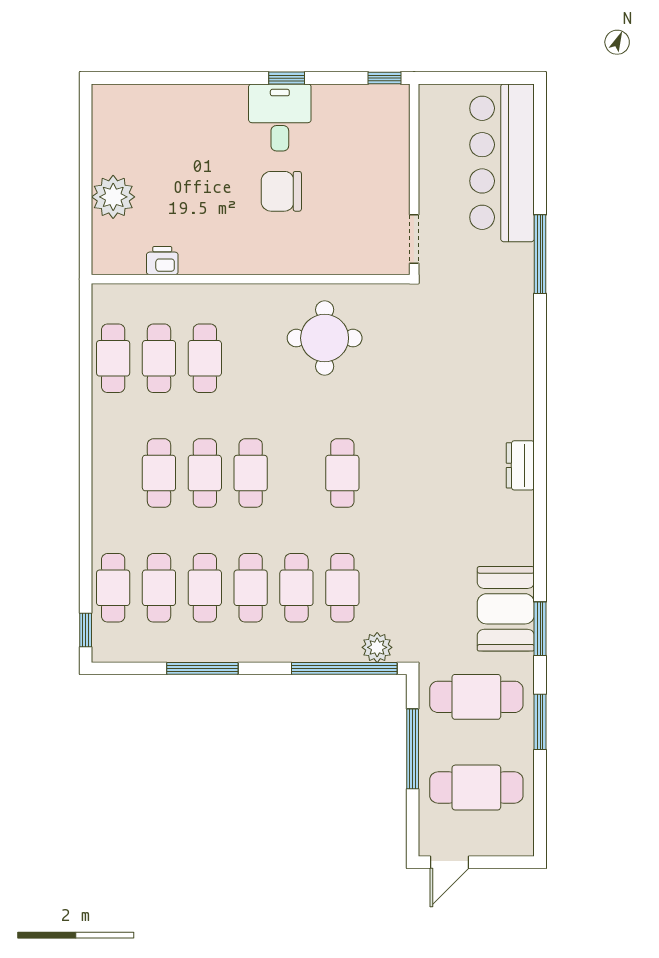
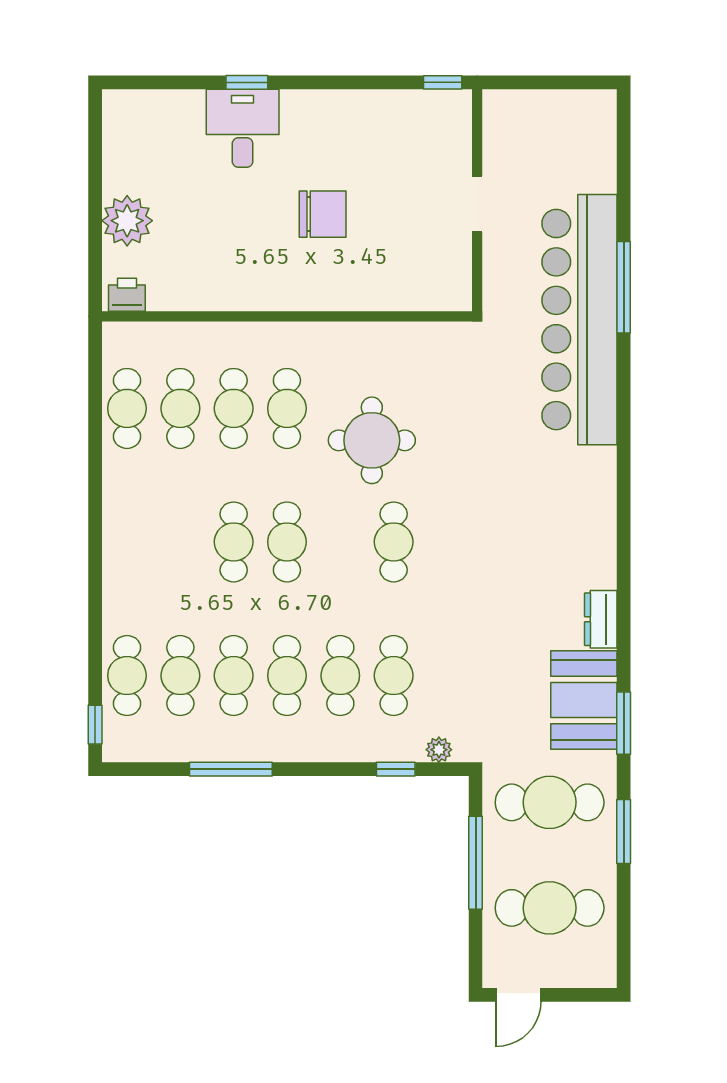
window: (287, 78) -> (247, 82), moved
desk: (280, 117) -> (243, 128), moved
bar counter: (502, 163) -> (579, 320), moved, width x1.36
chair: (281, 191) -> (323, 214), turned 180
doorway: (414, 239) -> (477, 204), moved
printer: (162, 261) -> (127, 295), moved
round table: (325, 338) -> (372, 440), moved
dresser: (520, 465) -> (601, 619), moved
cafe table: (159, 473) -> (287, 408), moved
plant: (377, 647) -> (439, 750), width x0.73, depth x0.73
window: (344, 668) -> (396, 769), width x0.32

